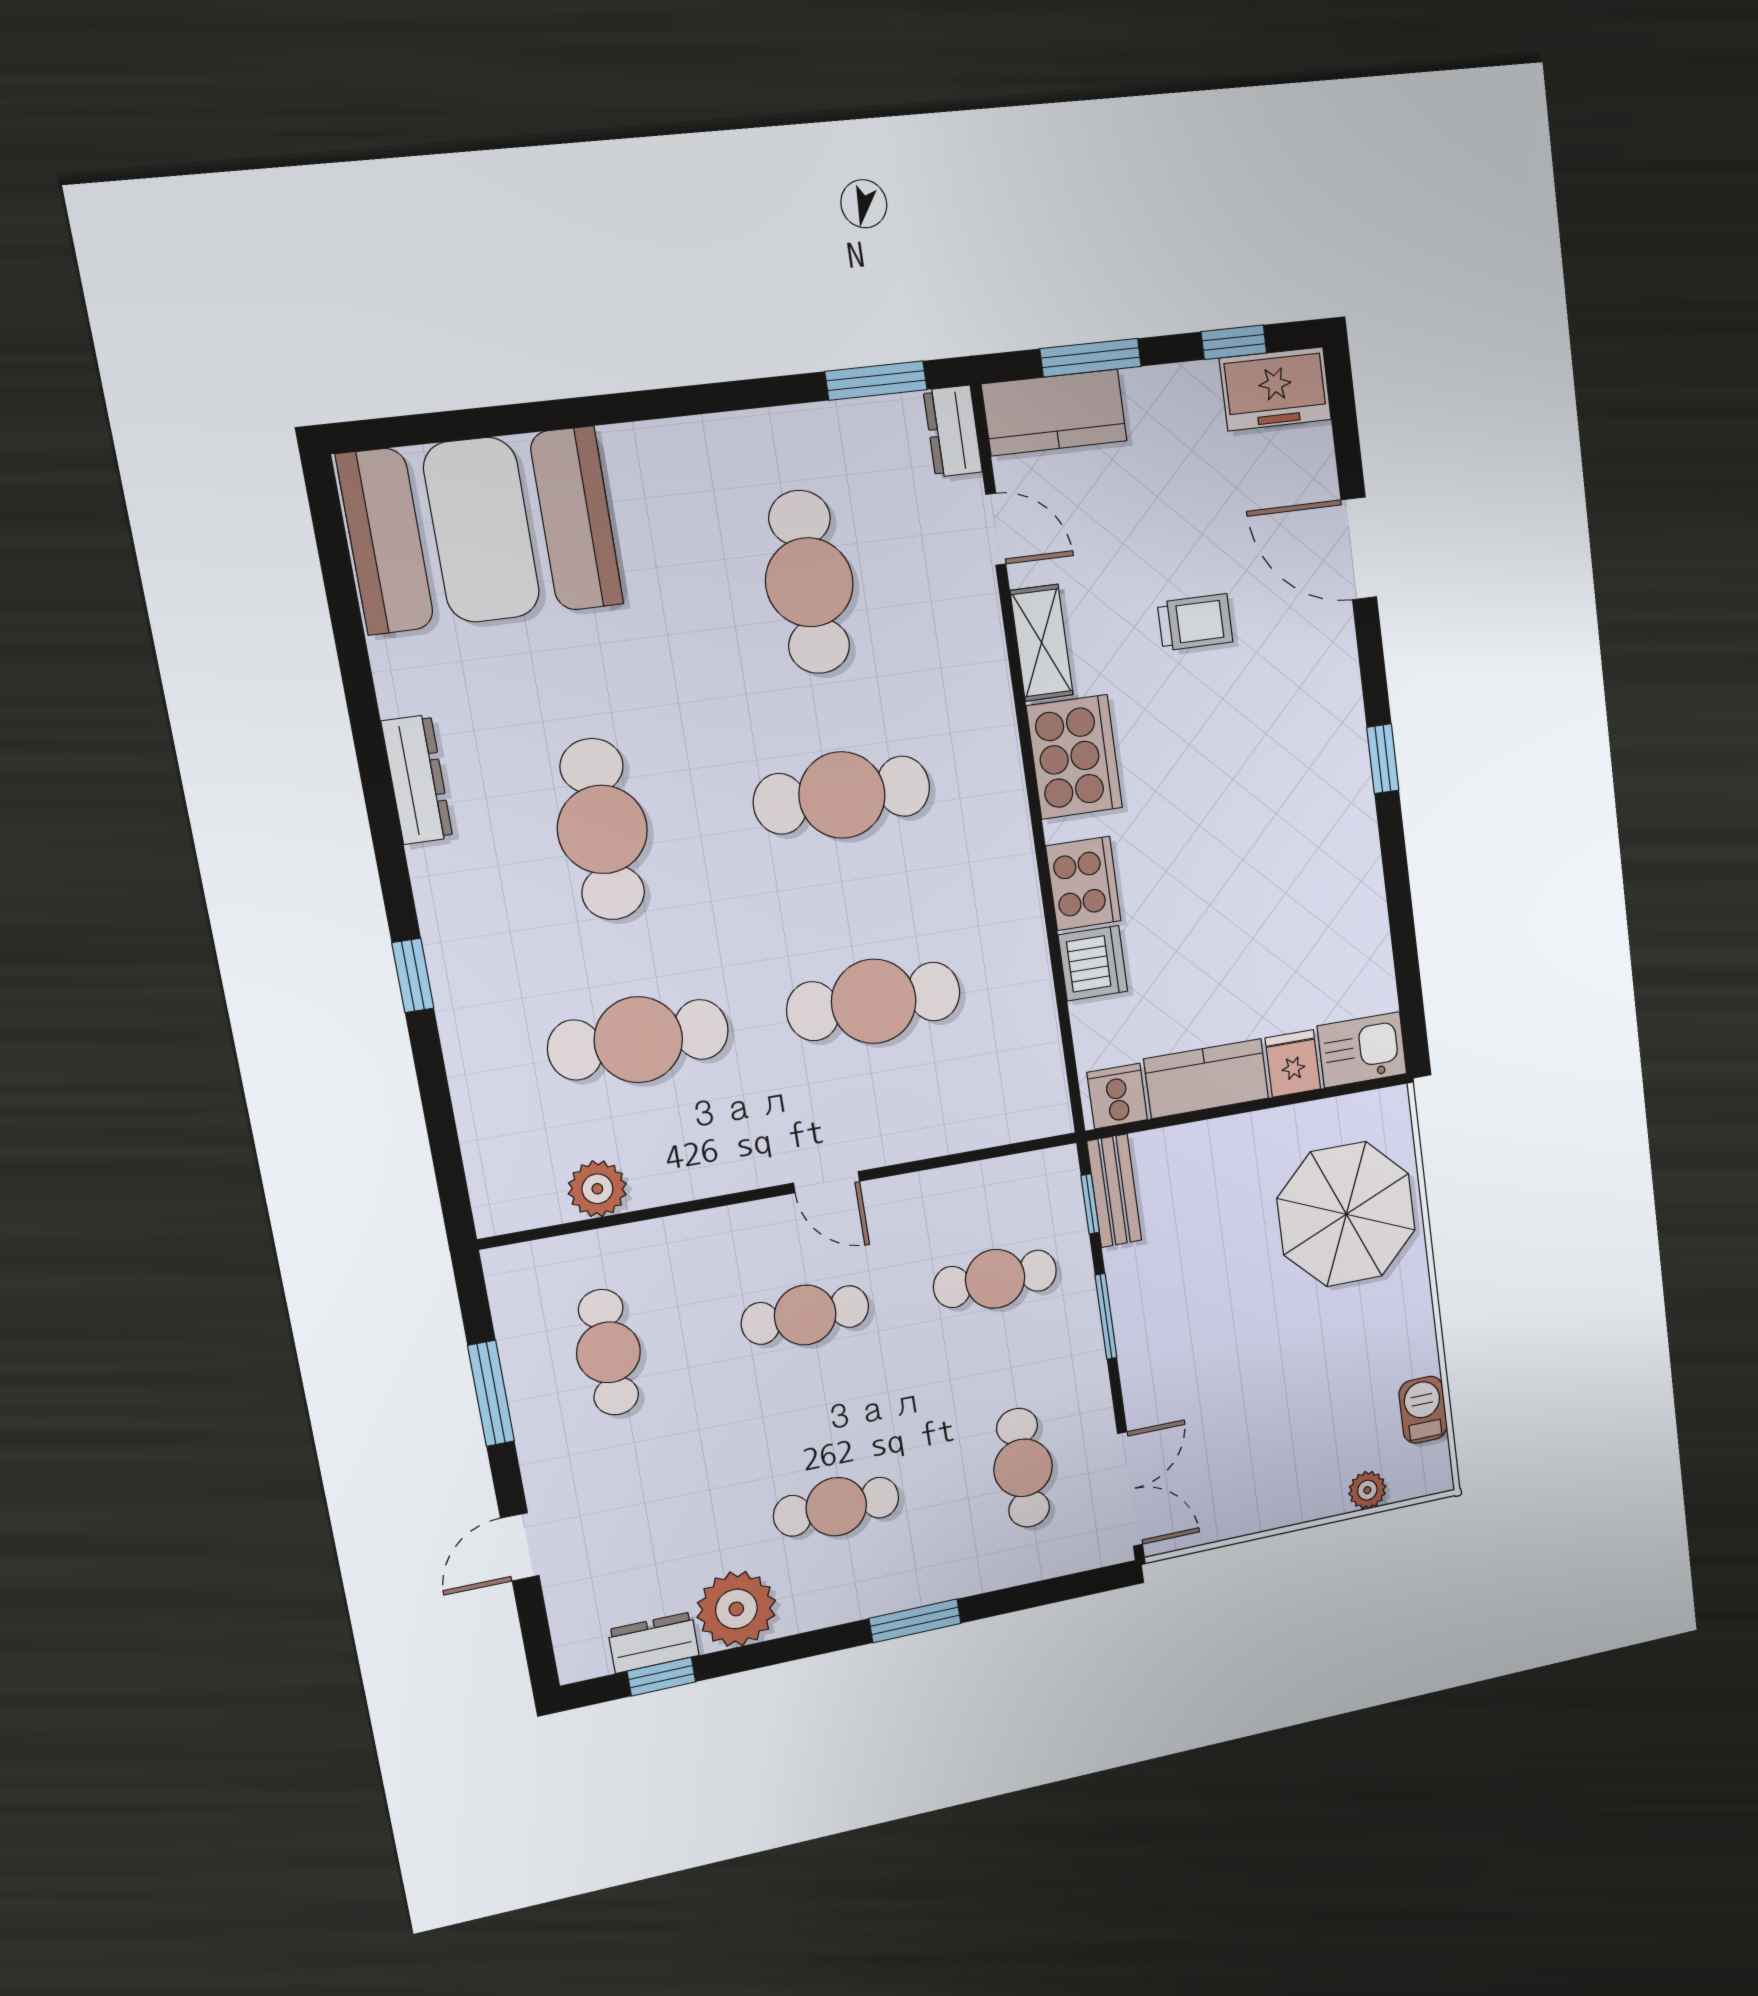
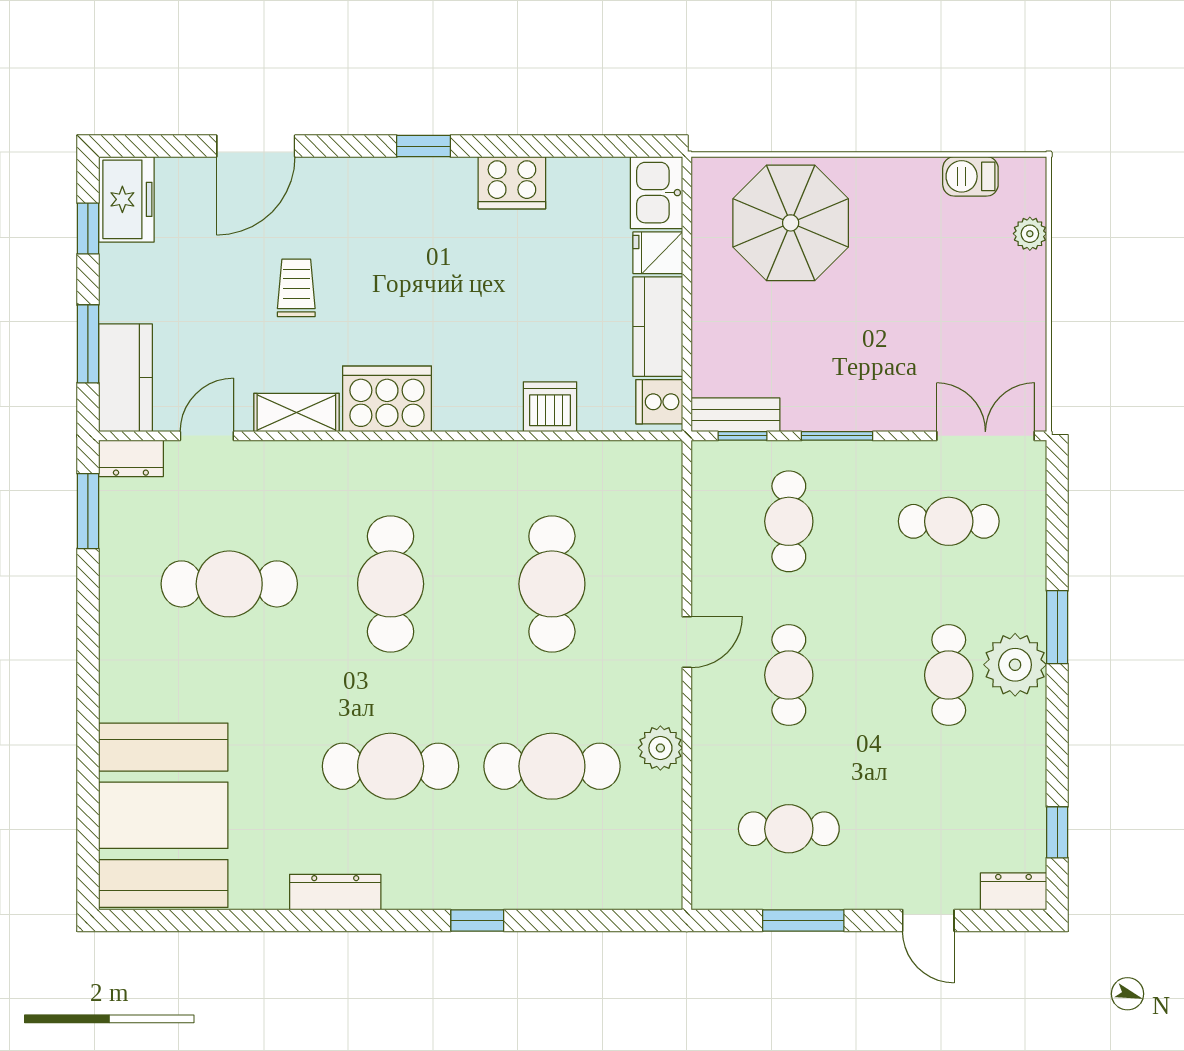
cooker: (1083, 883) -> (512, 183), moved, turned 180
cafe table: (638, 1040) -> (552, 766), turned 90
plant: (597, 1189) -> (660, 748), moved
plant: (736, 1609) -> (1015, 665), moved
dresser: (653, 1643) -> (1013, 891), moved, turned 90

